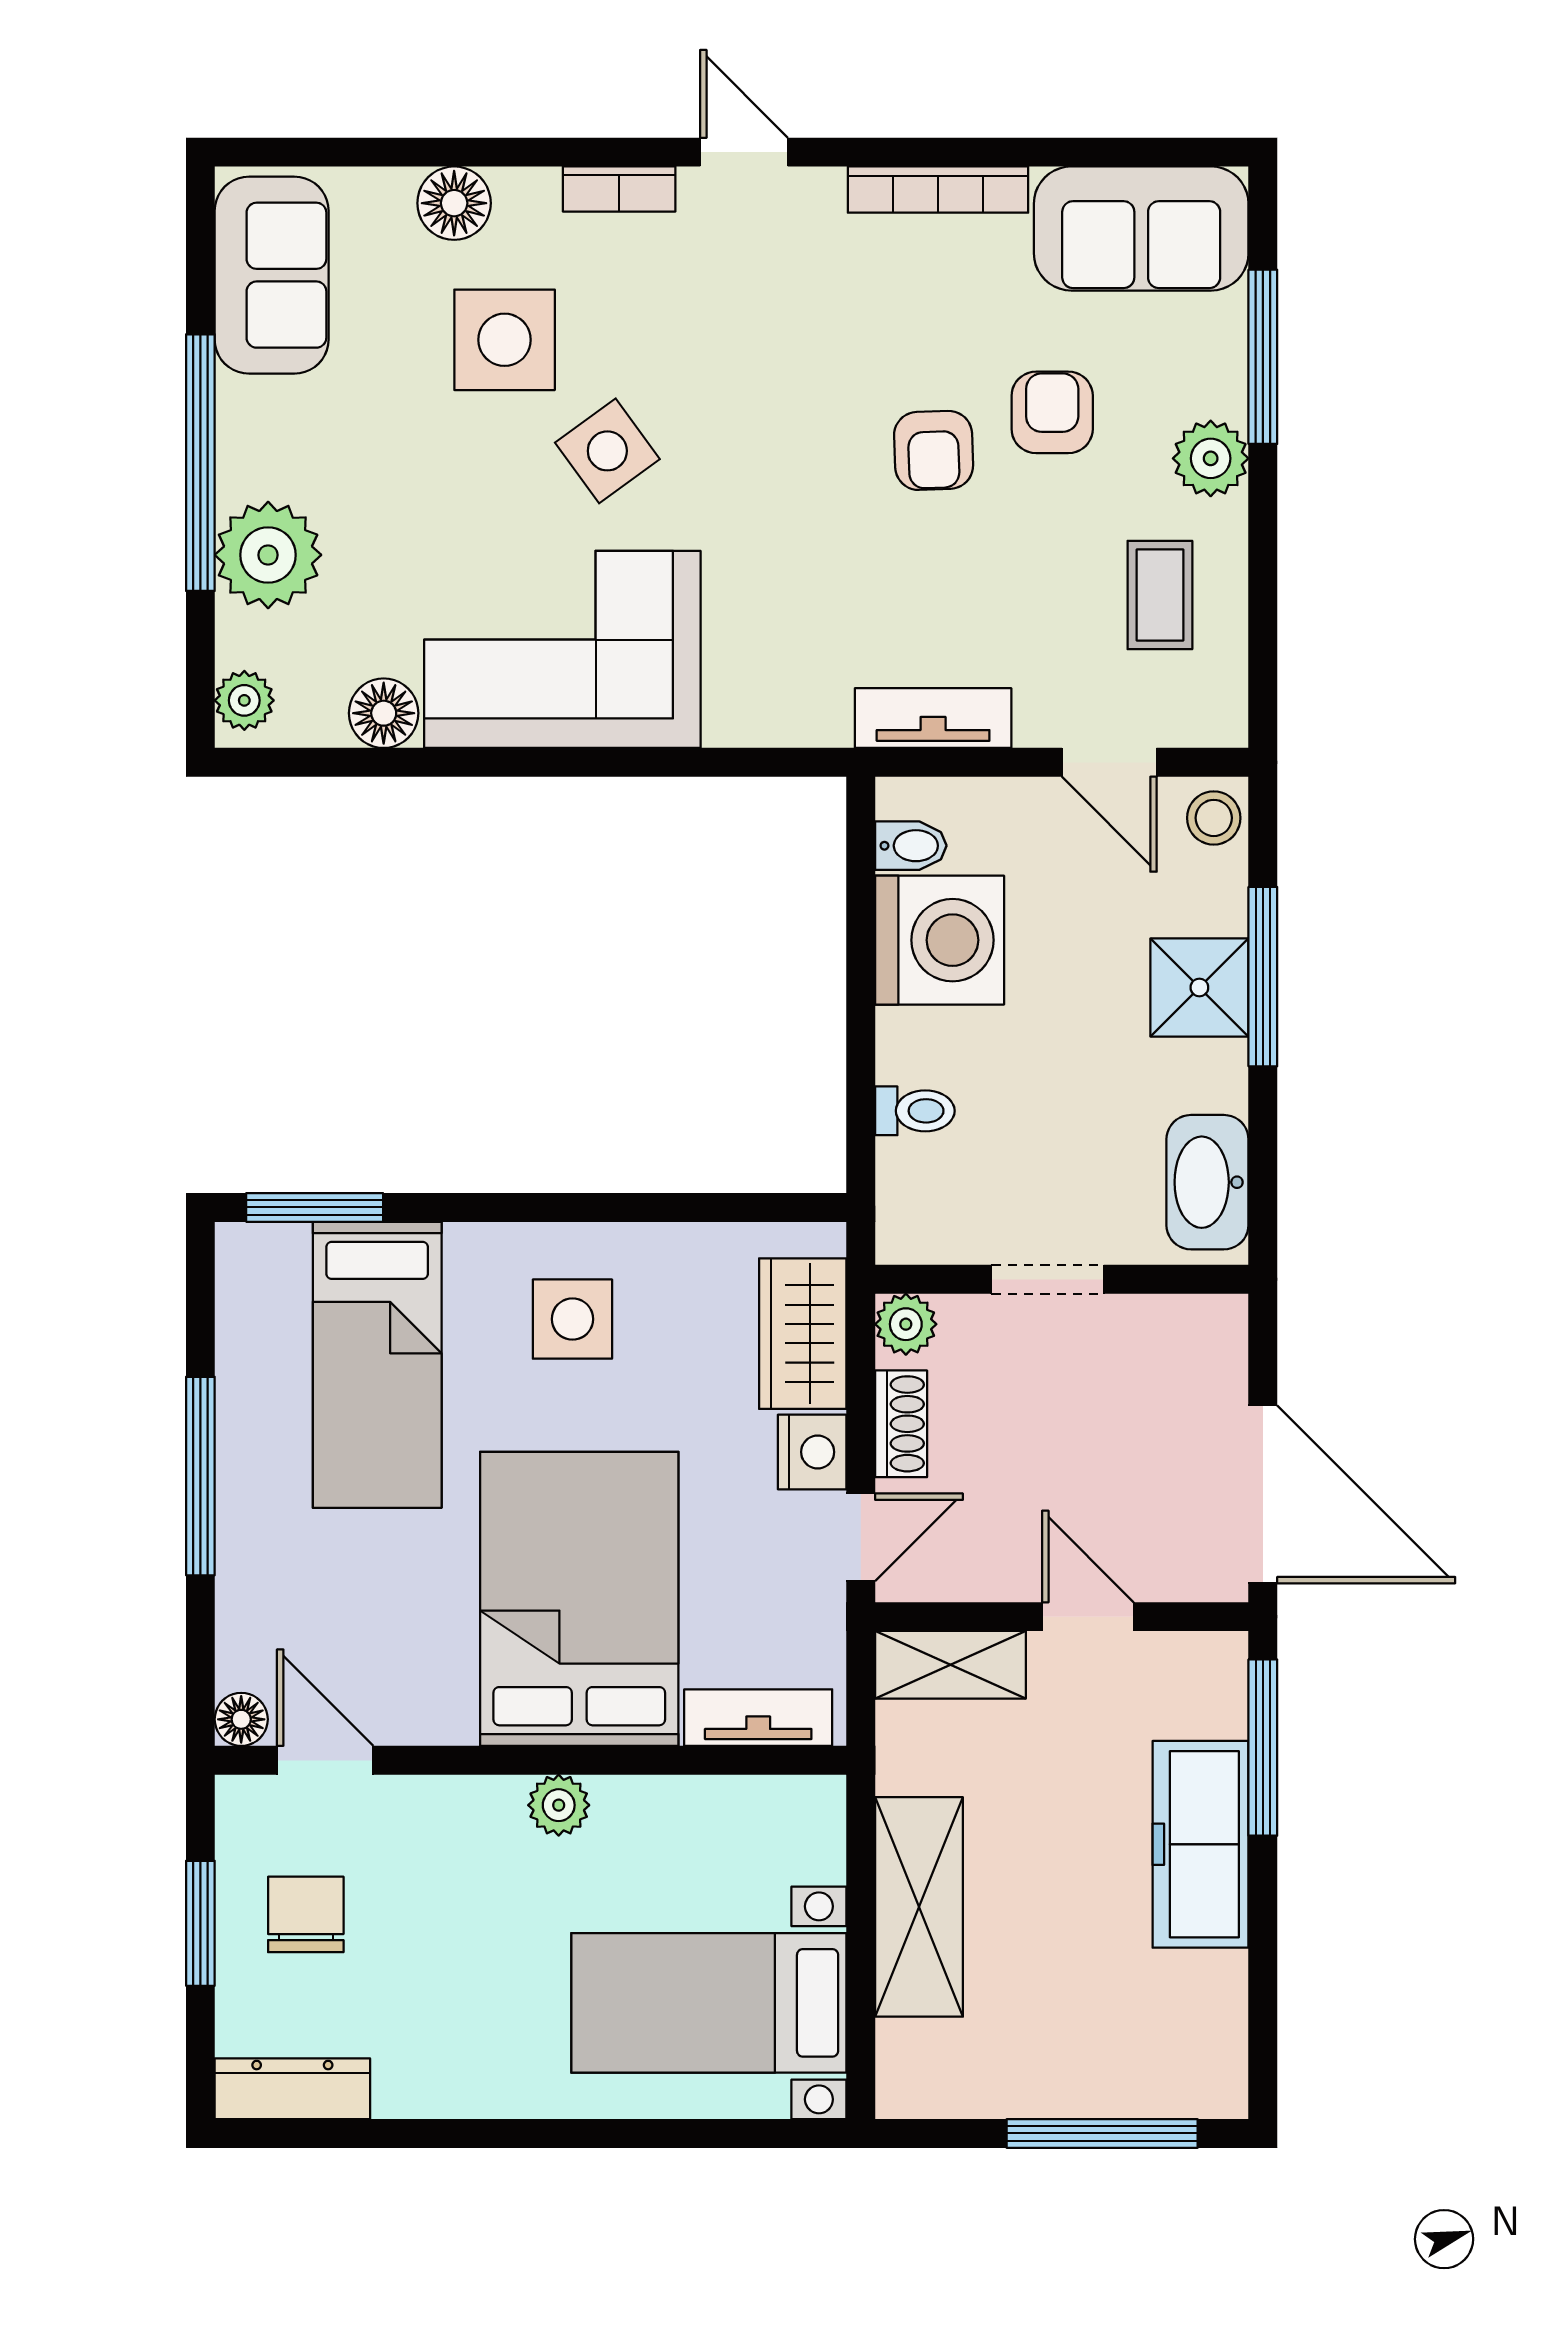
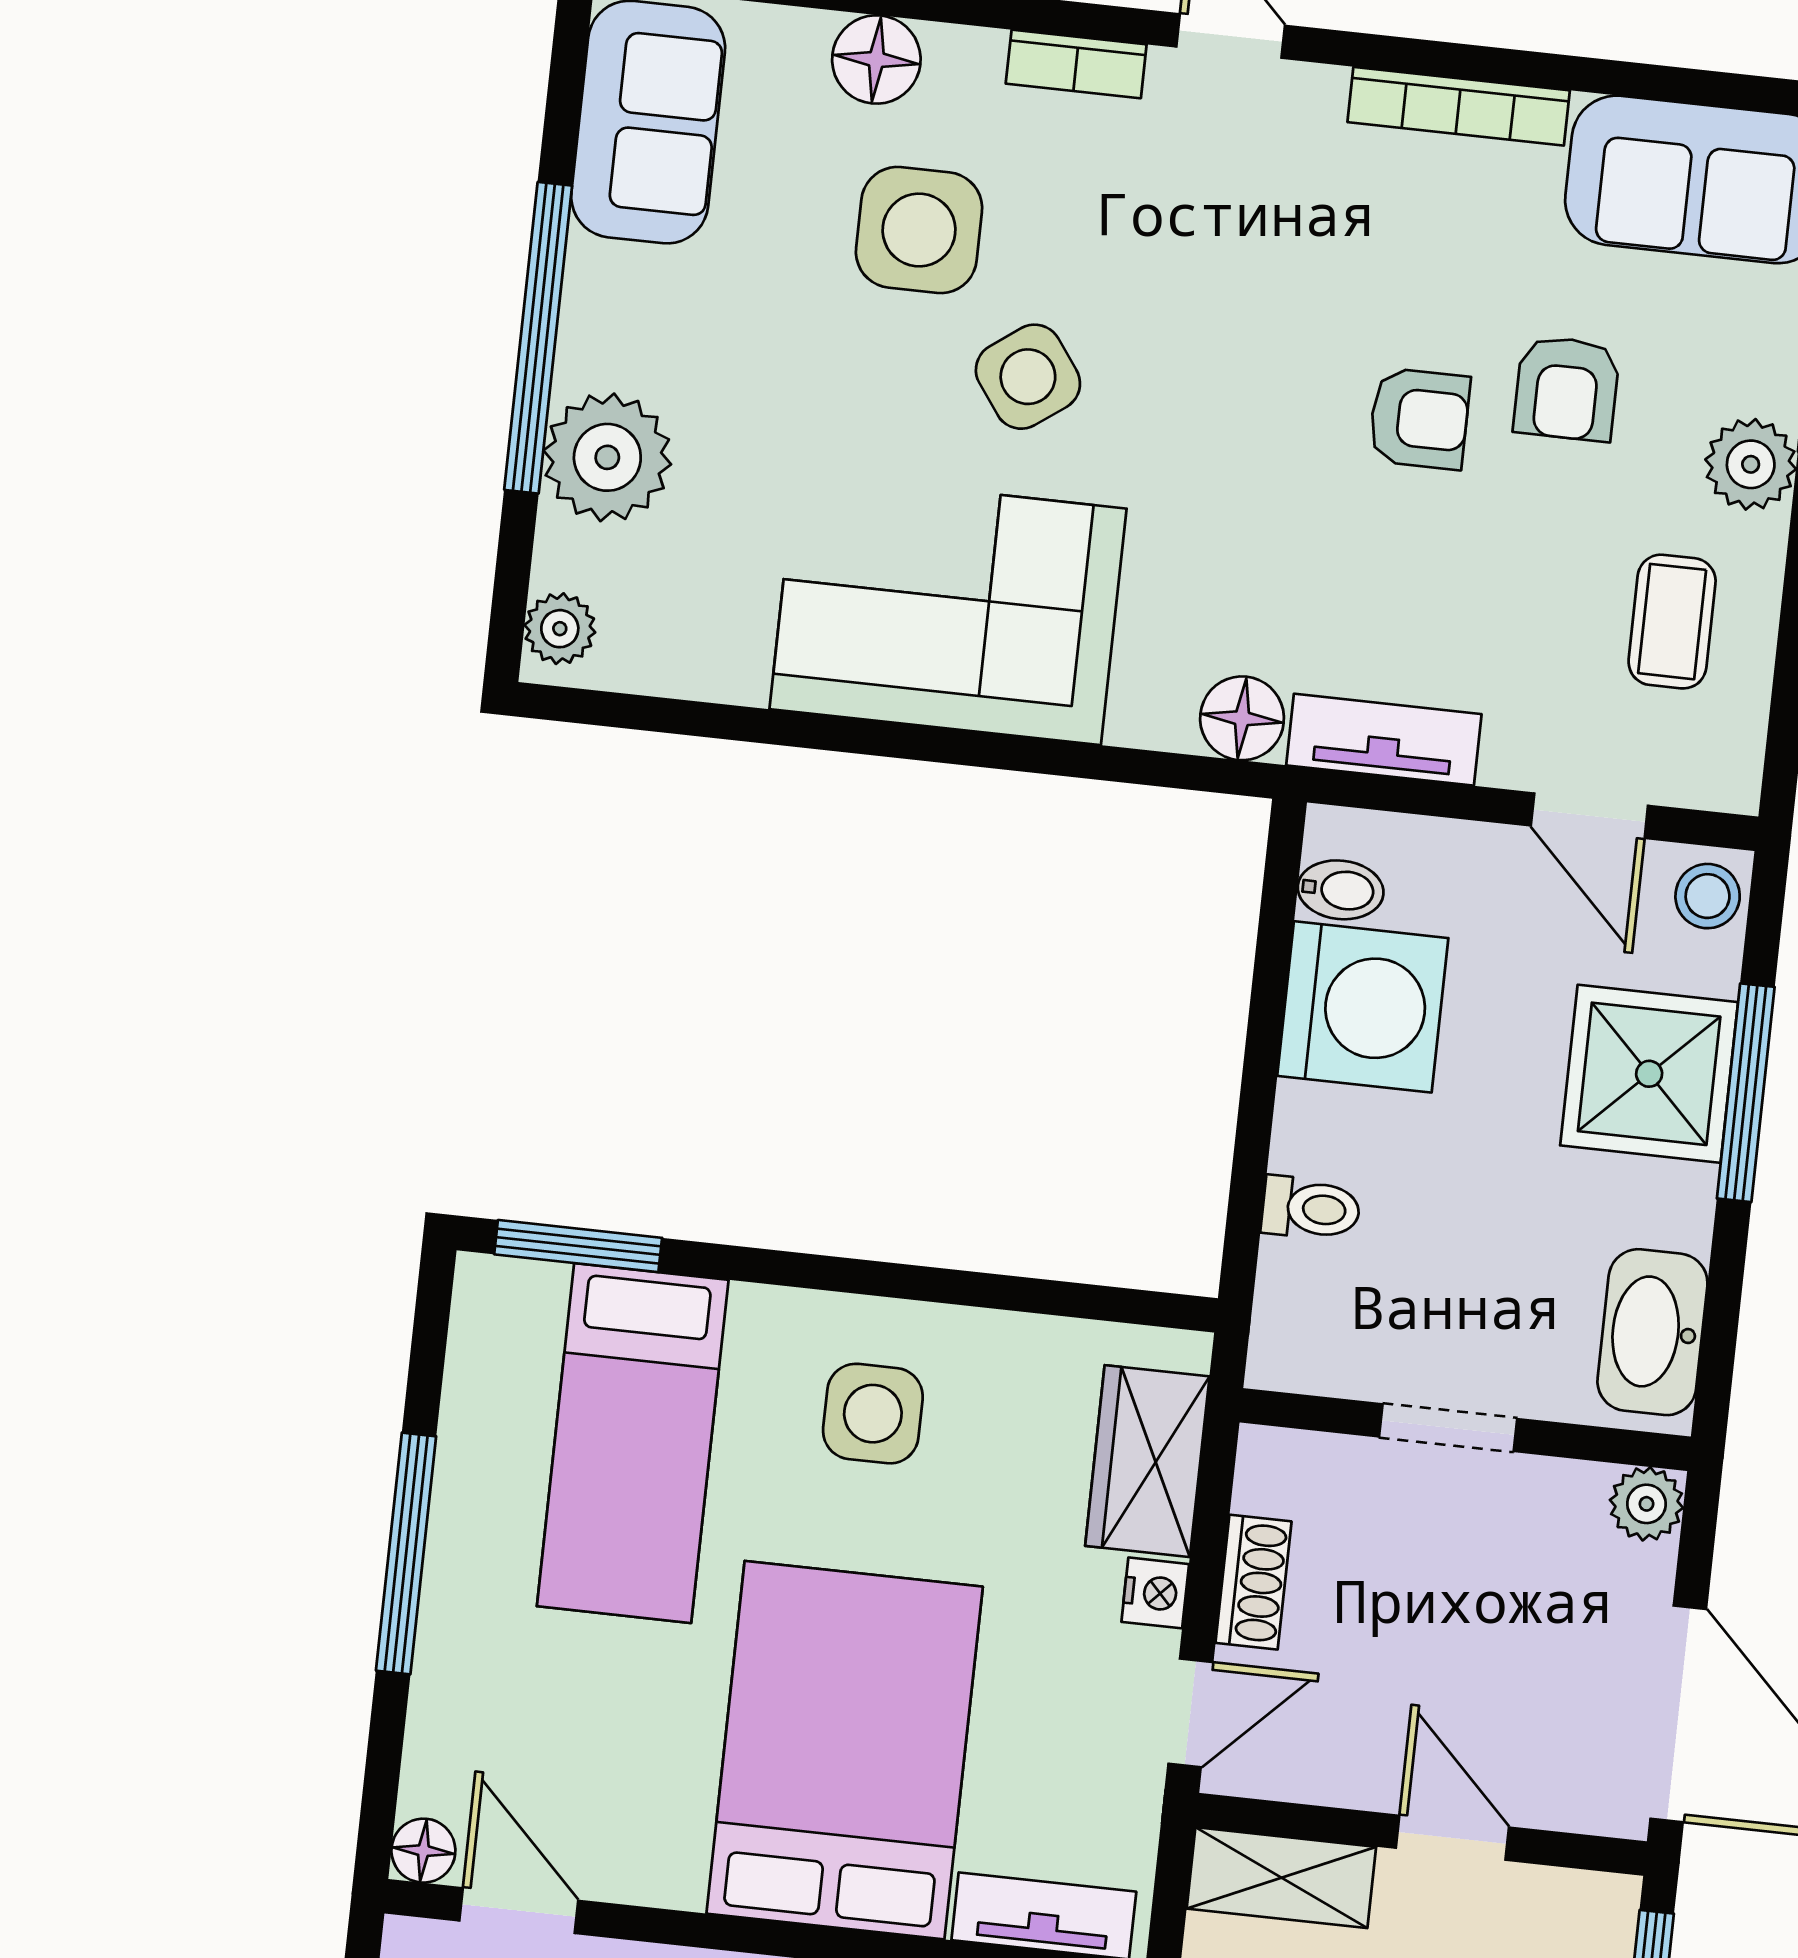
armchair: (1052, 412) -> (1567, 388), turned 180
armchair: (934, 450) -> (1419, 419), turned -88
floor lamp: (384, 713) -> (1242, 718), moved
shower: (1199, 987) -> (1649, 1074), width x1.36, depth x1.36
plant: (906, 1324) -> (1646, 1504), moved
nightstand: (812, 1452) -> (1155, 1593), width x0.72, depth x0.74

